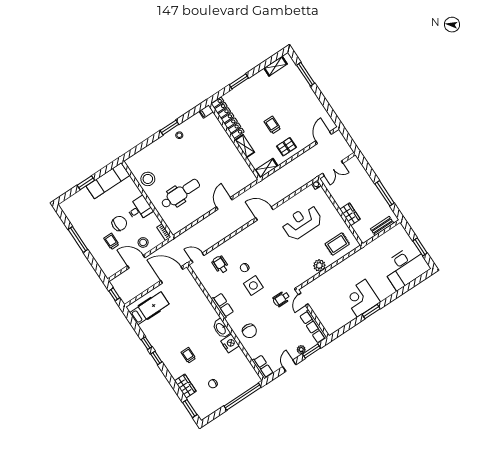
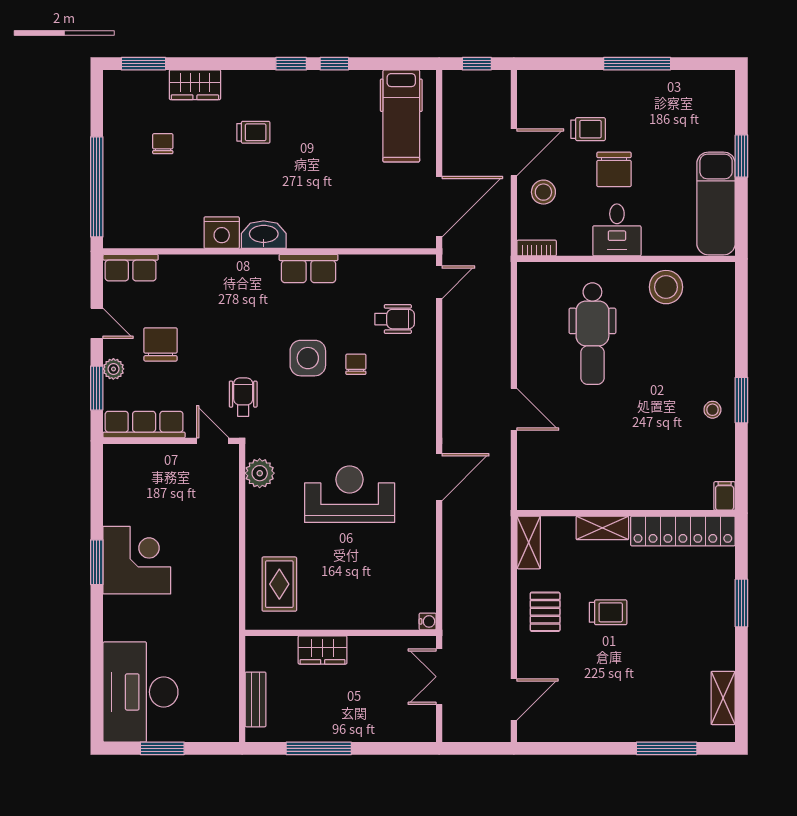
door: (324, 138) -> (514, 699), hinge flipped
reception desk: (302, 222) -> (350, 494), moved, turned -90
plant: (319, 265) -> (260, 473), moved
chair: (249, 331) -> (161, 344), moved, turned 84

